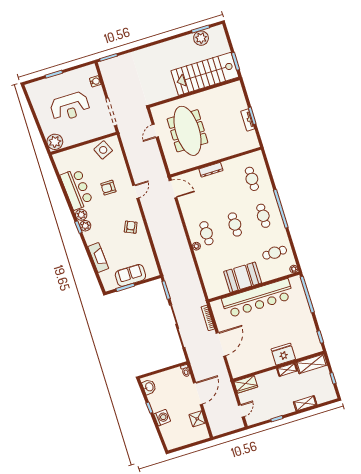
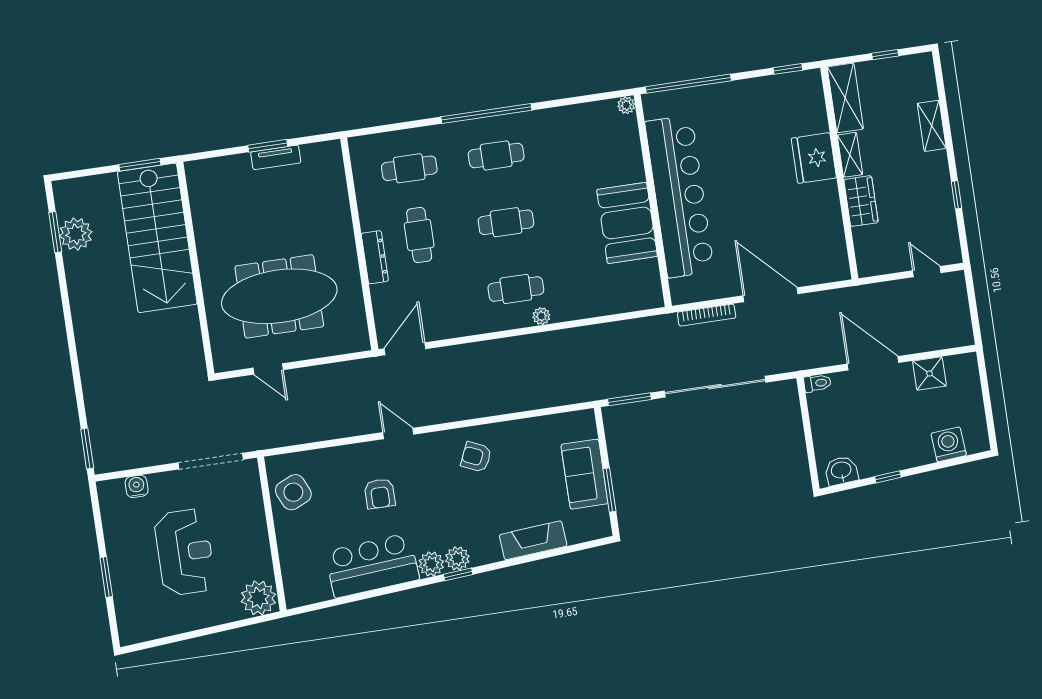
cafe table: (275, 253) -> (419, 235), moved
wardrobe: (246, 384) -> (861, 201), moved
washing machine: (162, 418) -> (949, 444), moved

